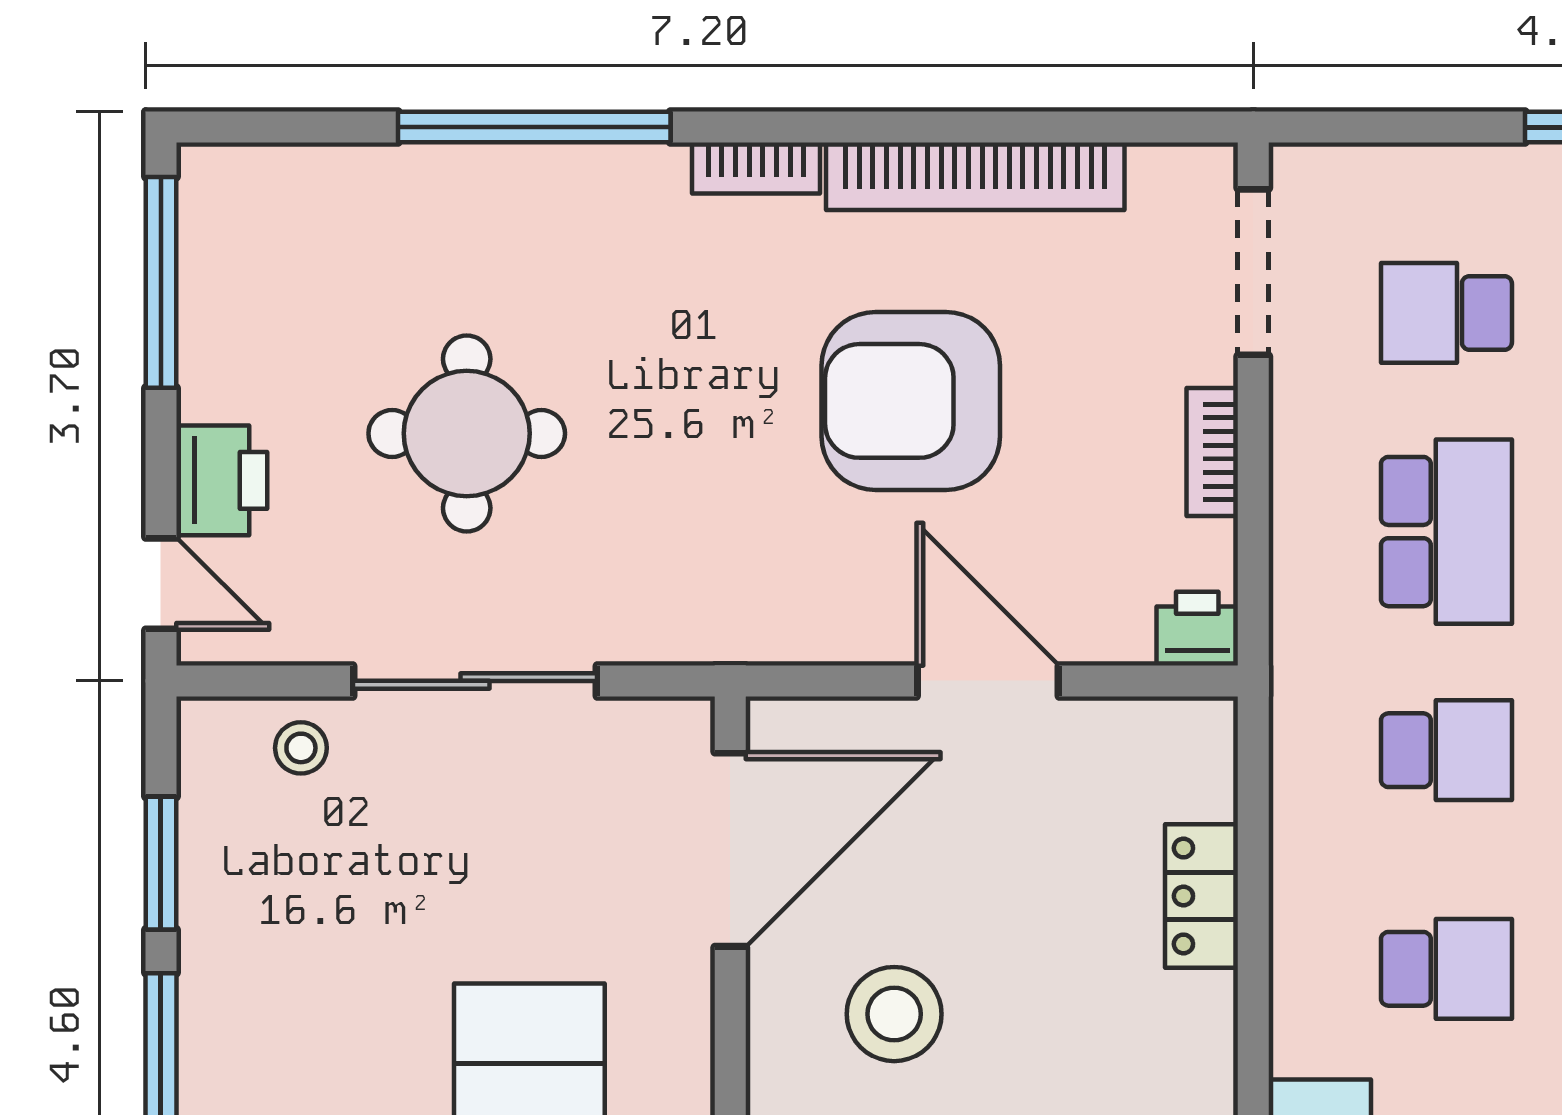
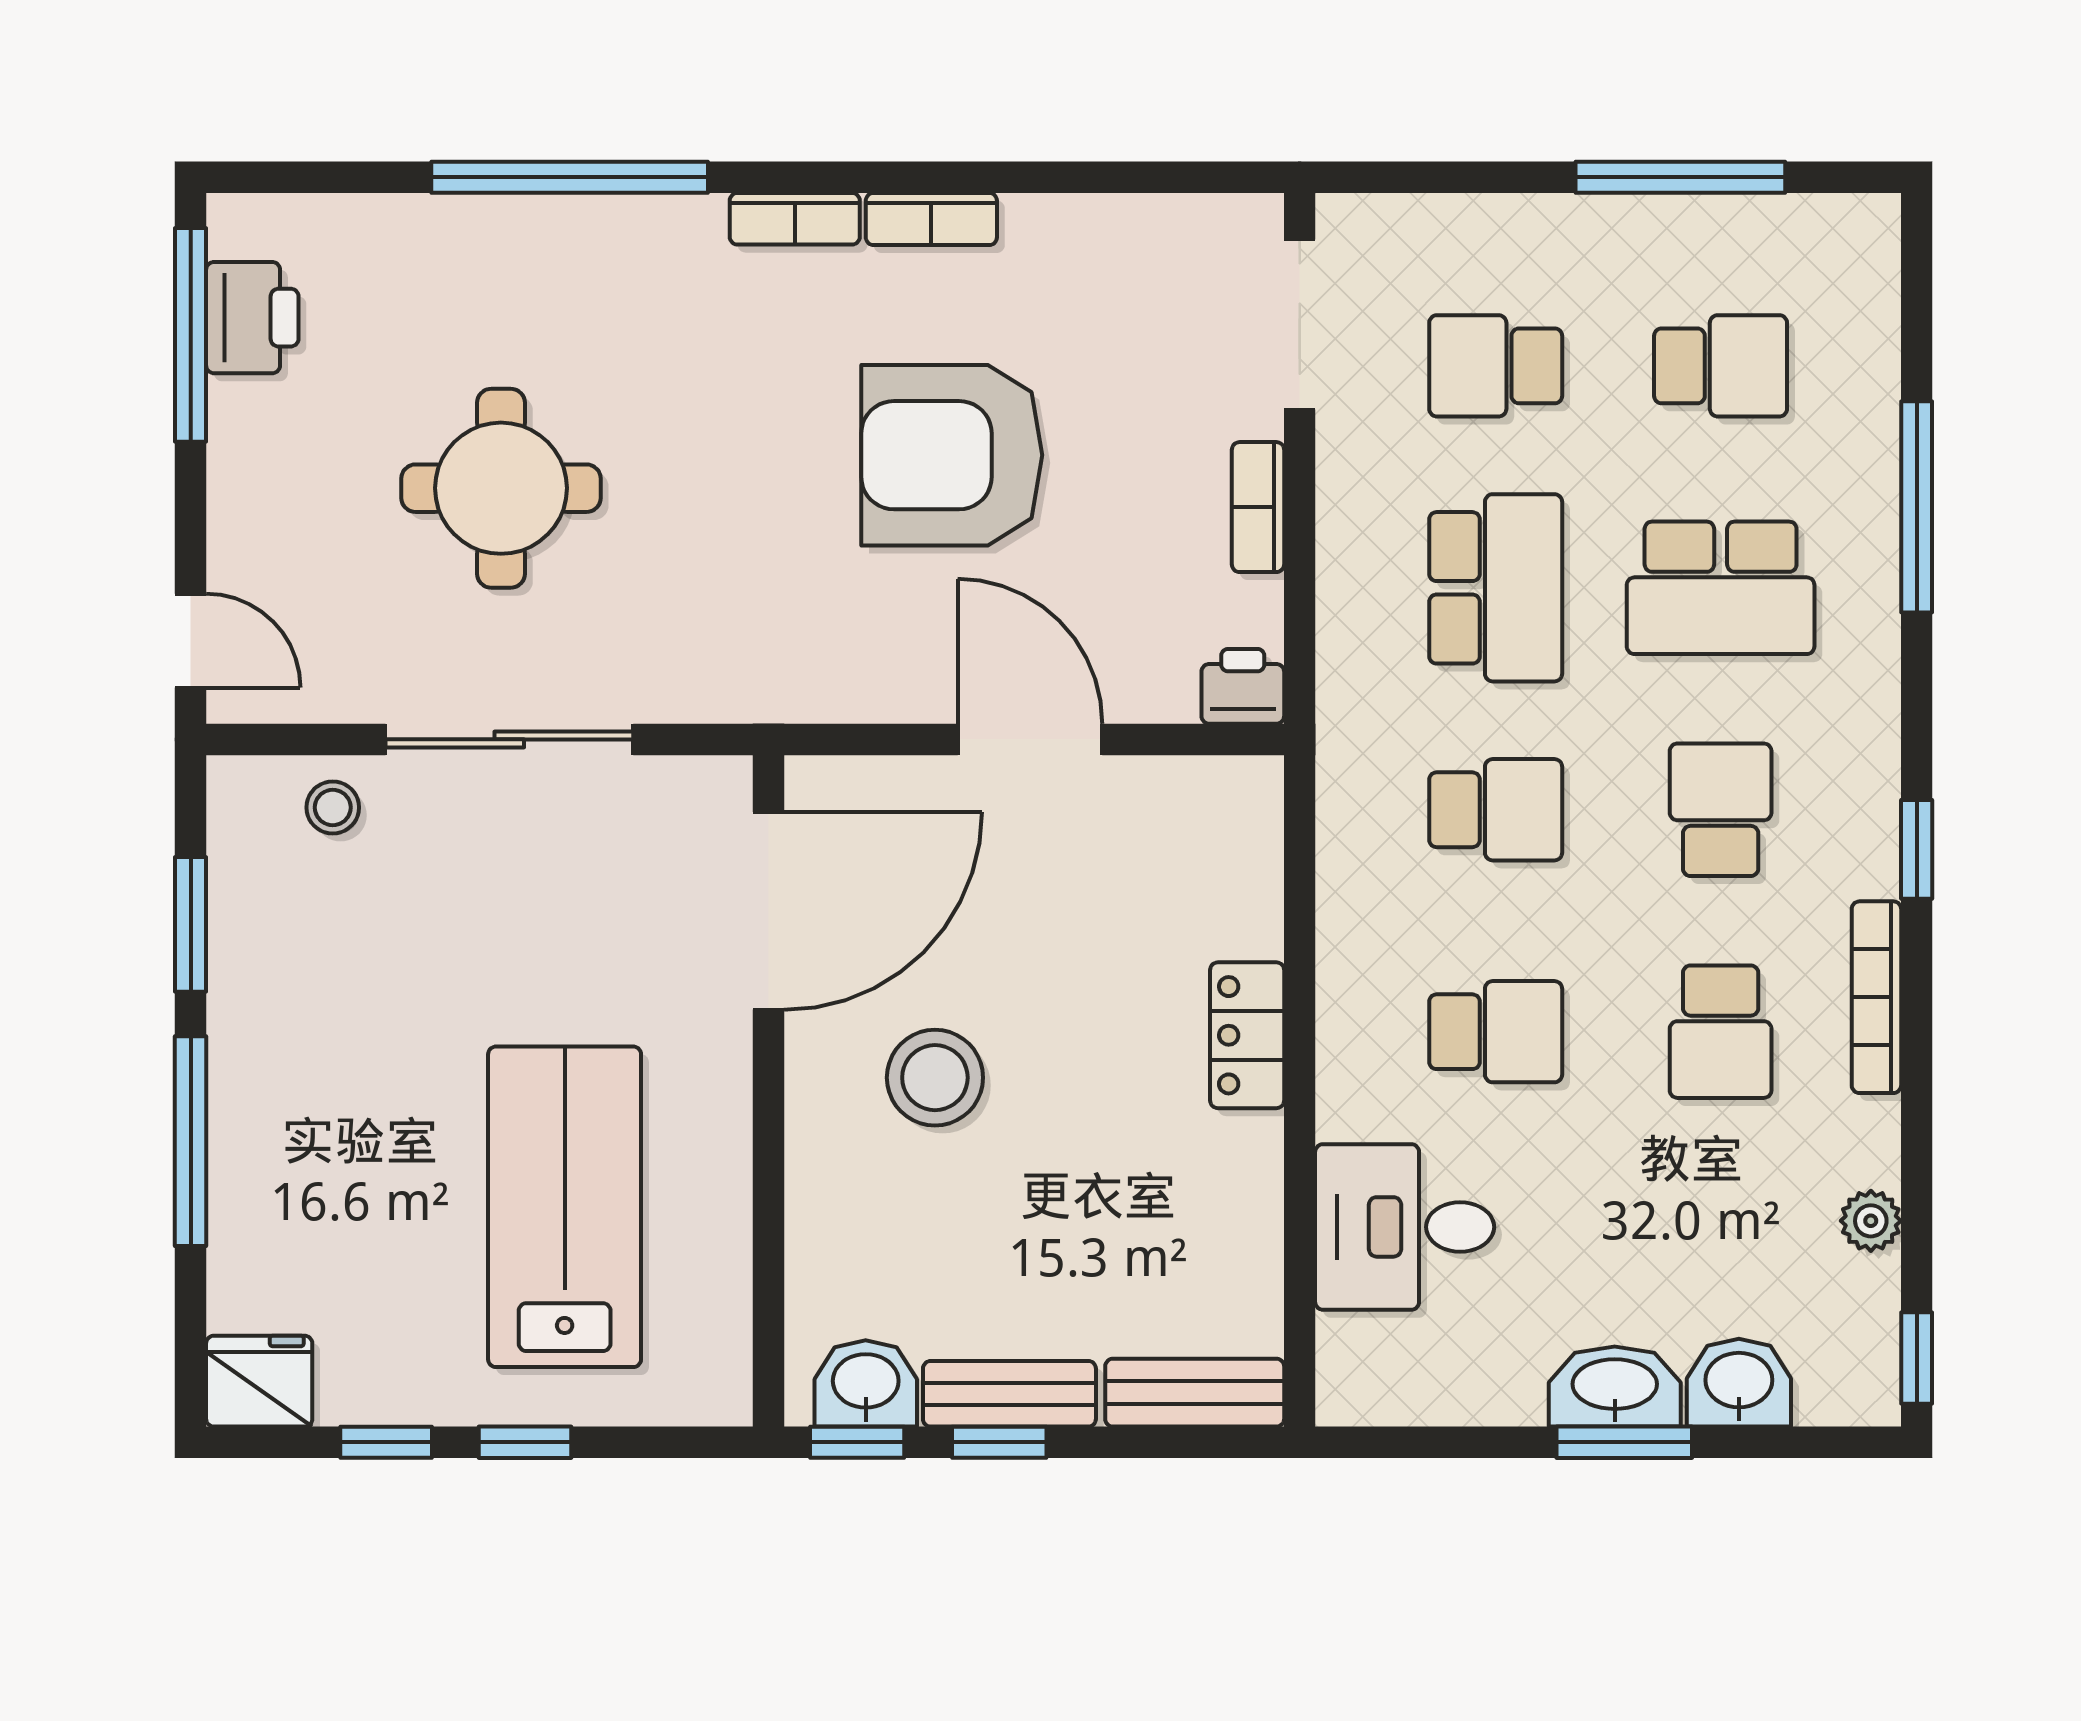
bookcase: (975, 176) -> (931, 219), width x0.43, depth x0.76
printer: (222, 480) -> (252, 318), moved
locker: (1202, 896) -> (1247, 1035), moved

